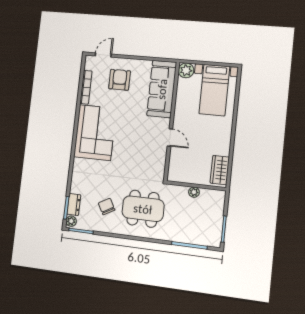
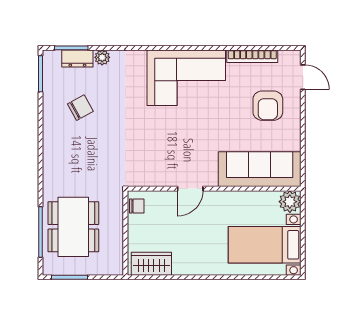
armchair: (120, 80) -> (268, 106), turned 90
chair: (178, 176) -> (137, 206), added
plant: (194, 192) -> (116, 231), removed
dining table: (143, 209) -> (73, 227), moved
plant: (71, 221) -> (102, 57), moved

